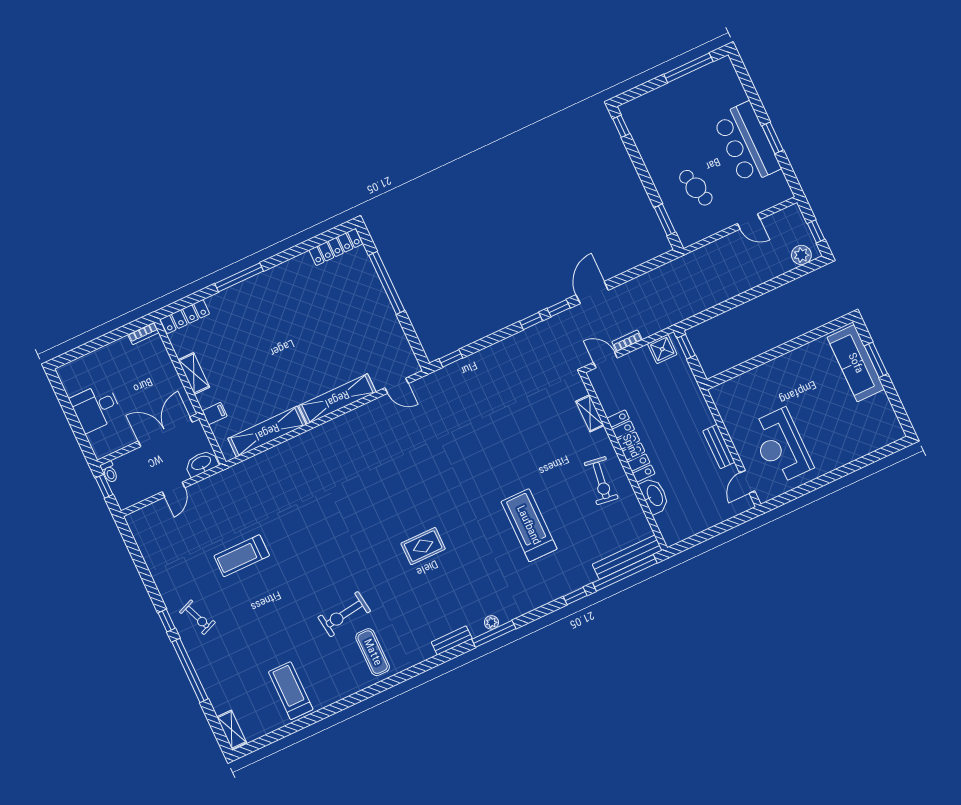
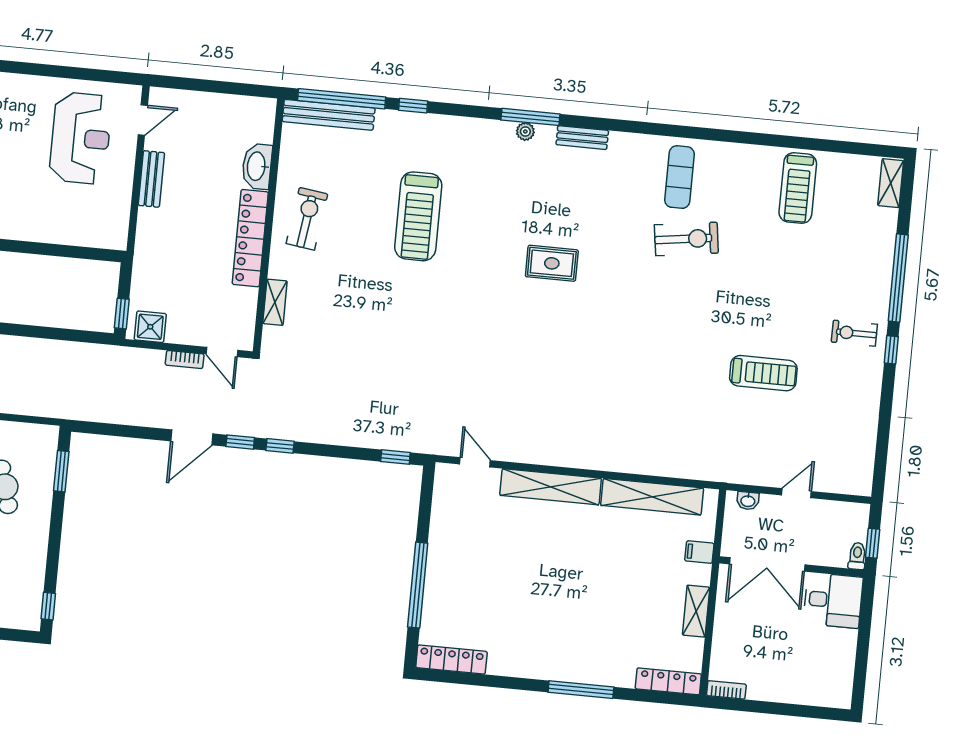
desk: (96, 408) -> (833, 600), moved
washbasin: (201, 463) -> (748, 501), width x0.52, depth x0.69
exercise bike: (197, 617) -> (854, 333), turned -68

